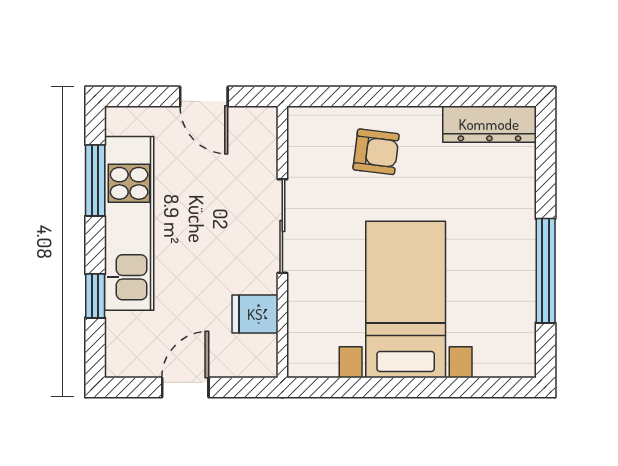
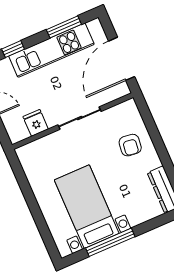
door: (204, 96) -> (122, 59), width x1.87
bed with nightstands: (406, 300) -> (87, 207), moved, turned -90

